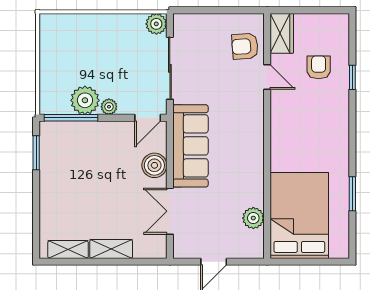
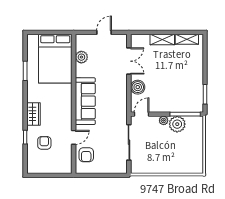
plant: (156, 24) -> (137, 168), removed
wardrobe: (282, 33) -> (33, 114), moved, turned 180
armchair: (245, 46) -> (86, 155), turned 94
armchair: (319, 67) -> (44, 143), turned 180
door: (267, 77) -> (74, 137), swing flipped
sofa: (190, 146) -> (85, 101), moved, turned 180

